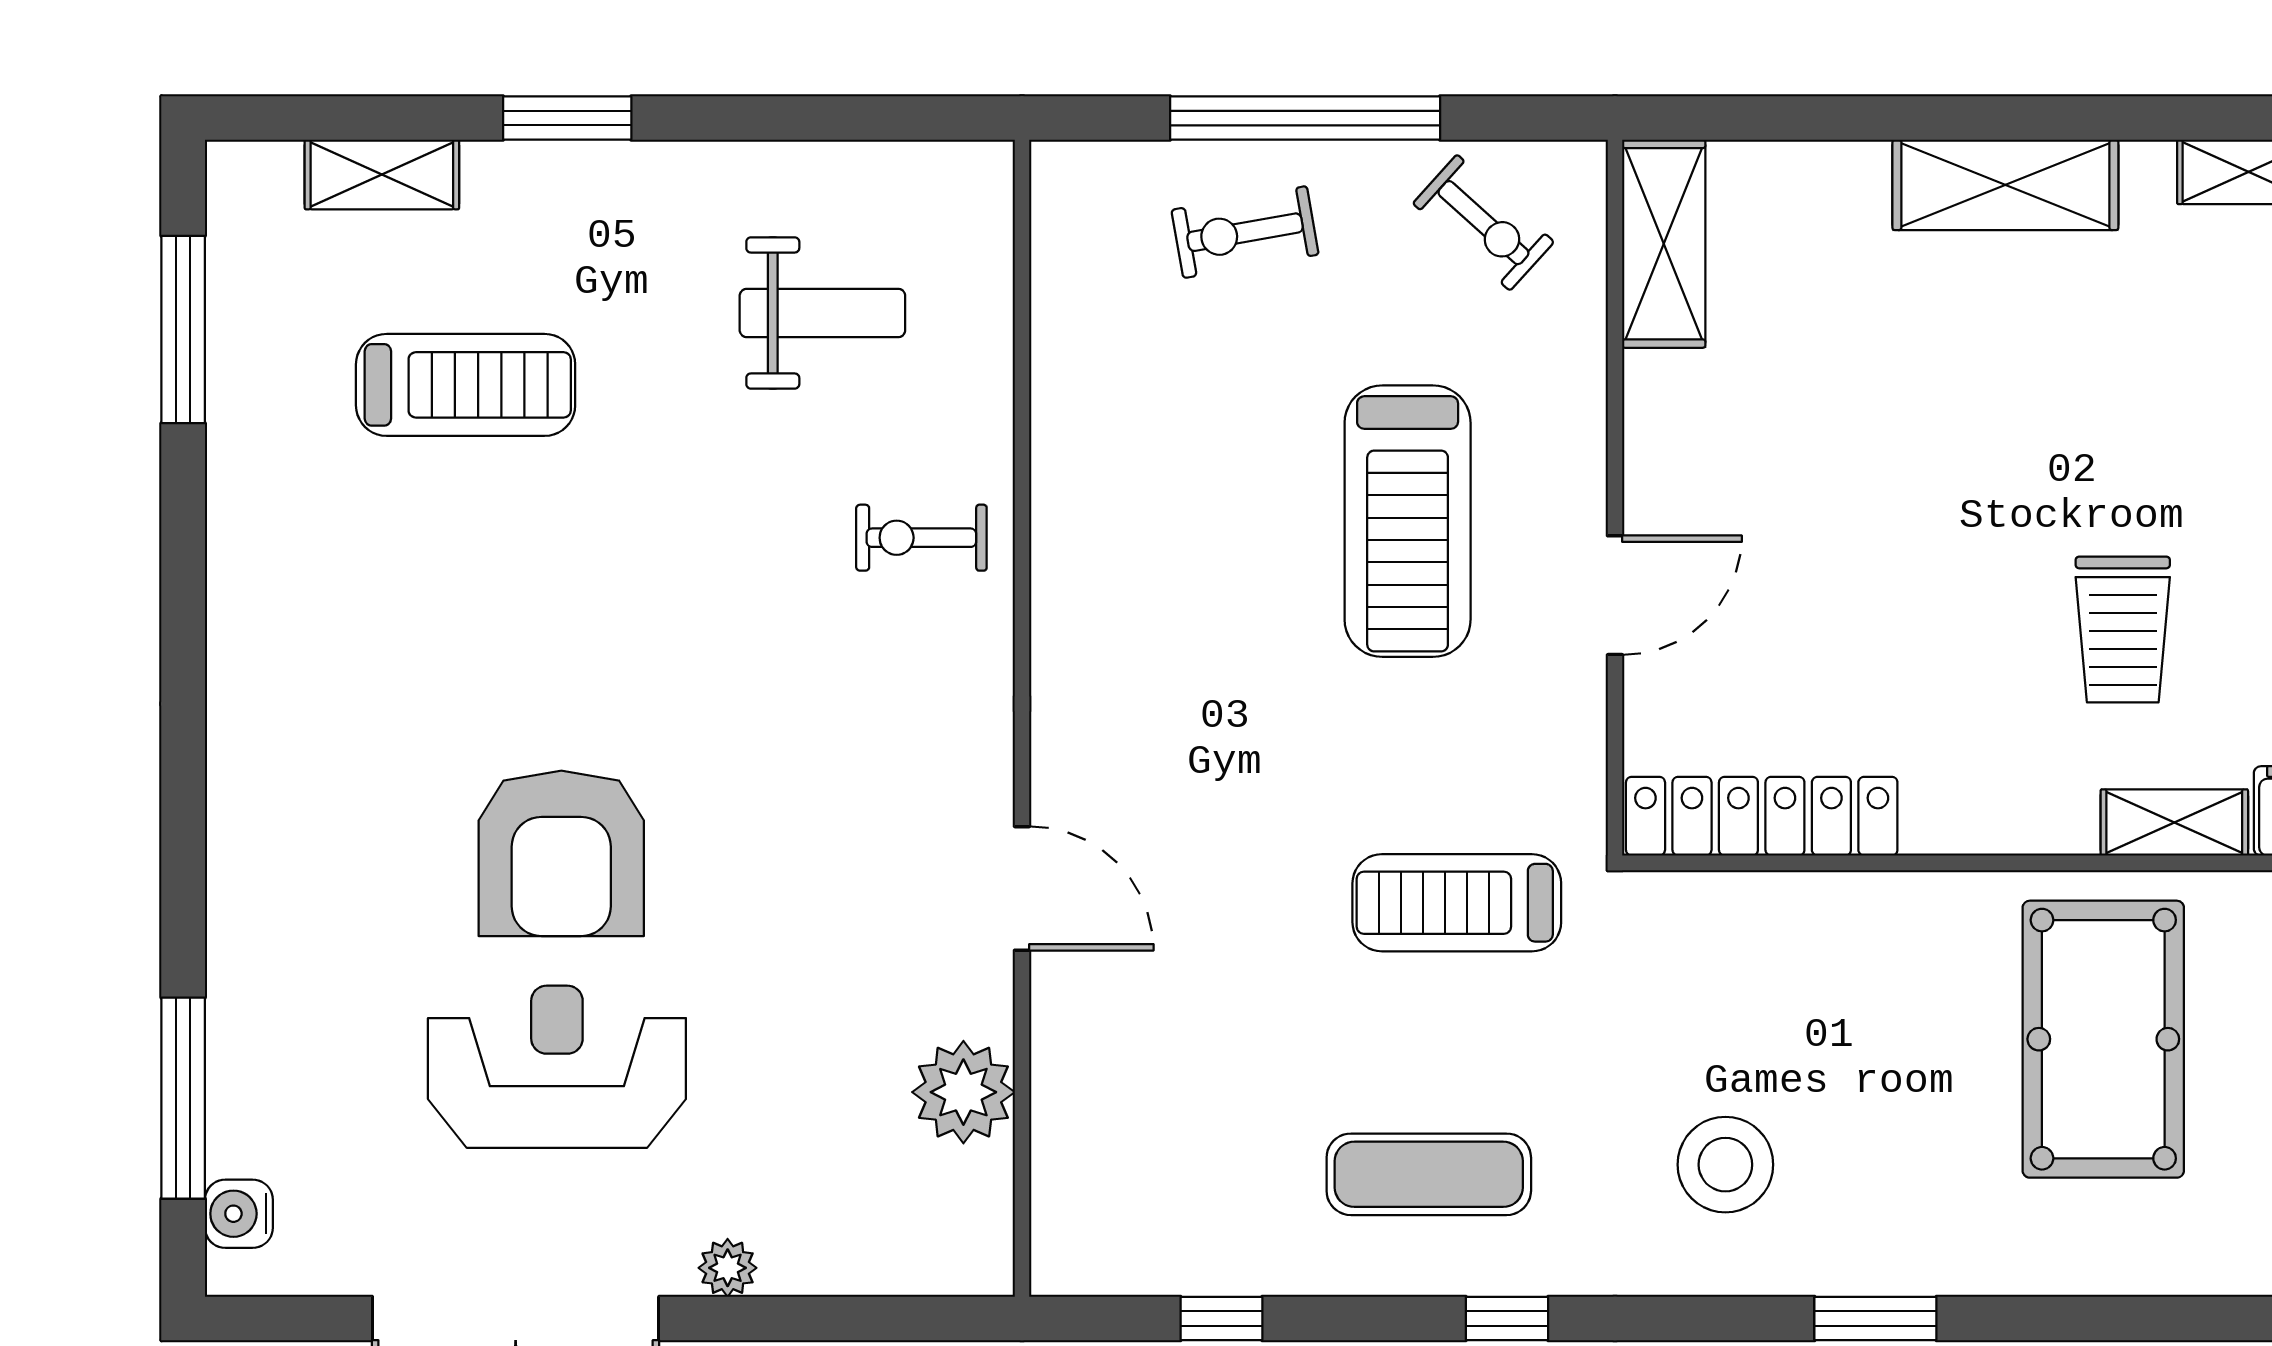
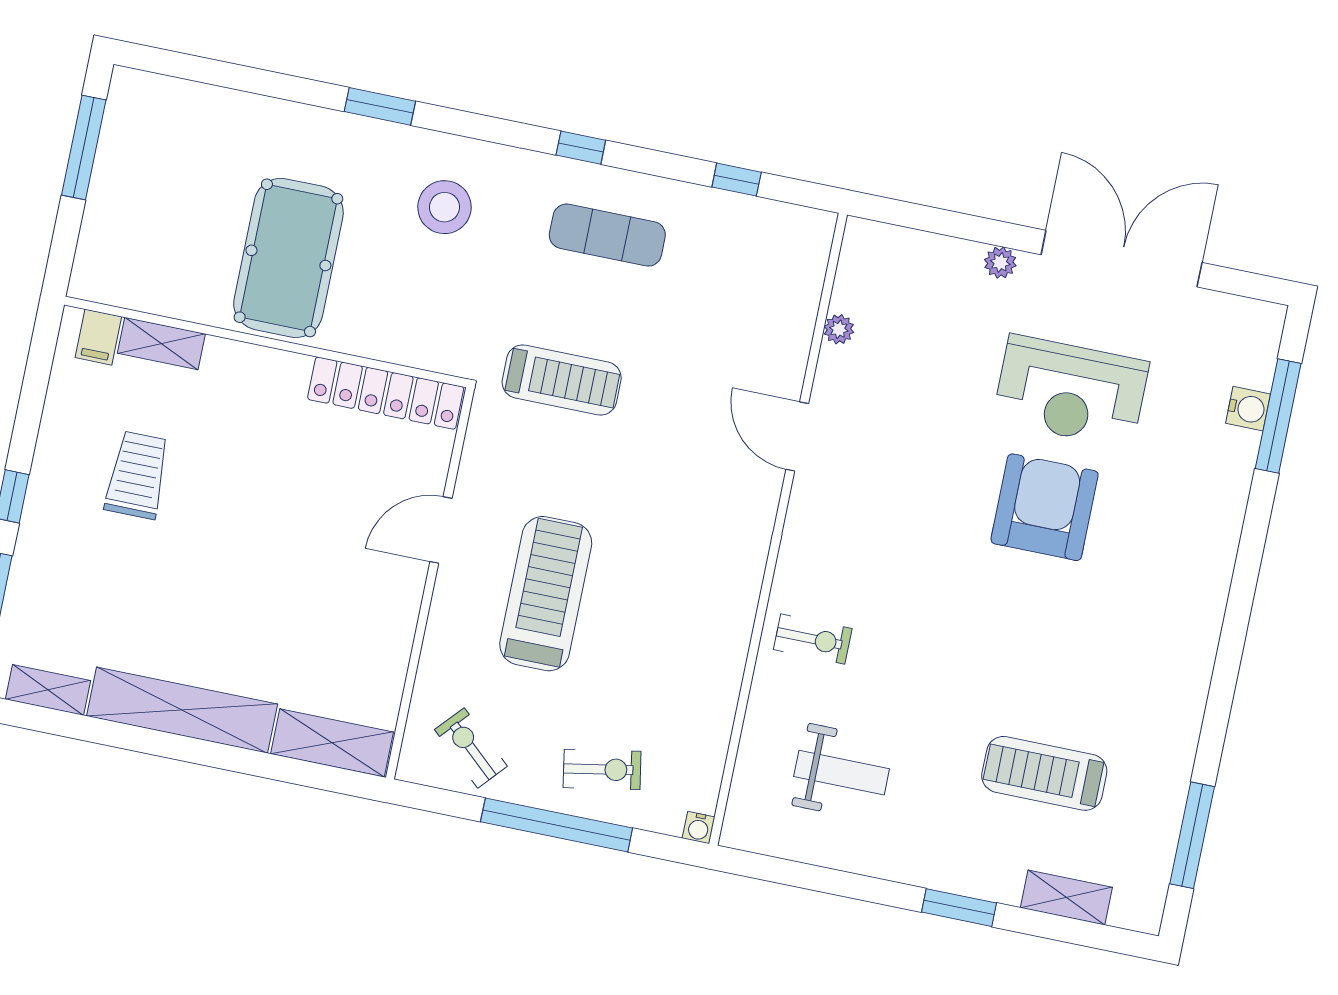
water cooler: (1054, 165) -> (699, 828), added
shelving: (2005, 185) -> (182, 710), width x1.47
shelving: (1664, 244) -> (332, 743), moved, turned 90
weight bench: (822, 313) -> (842, 773), turned 180
trolley: (2123, 630) -> (137, 475), moved
pool table: (2103, 1039) -> (288, 258), moved
plant: (963, 1092) -> (839, 329), width x0.53, depth x0.53
water cooler: (239, 1214) -> (1248, 409), moved

